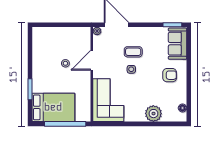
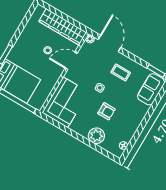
wardrobe: (67, 35) -> (63, 27), added
coffee table: (133, 52) -> (121, 72), moved
armchair: (170, 75) -> (106, 111), moved

